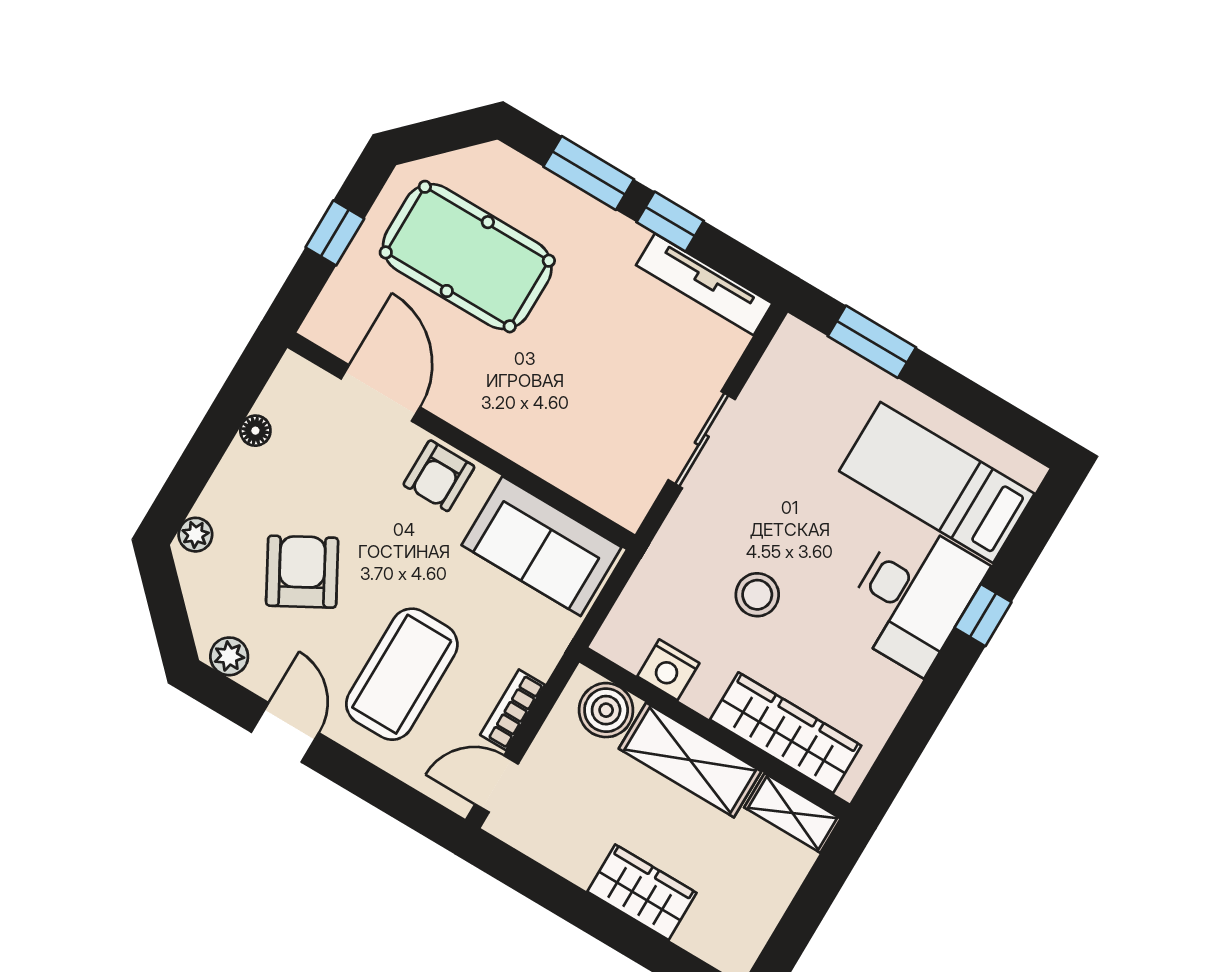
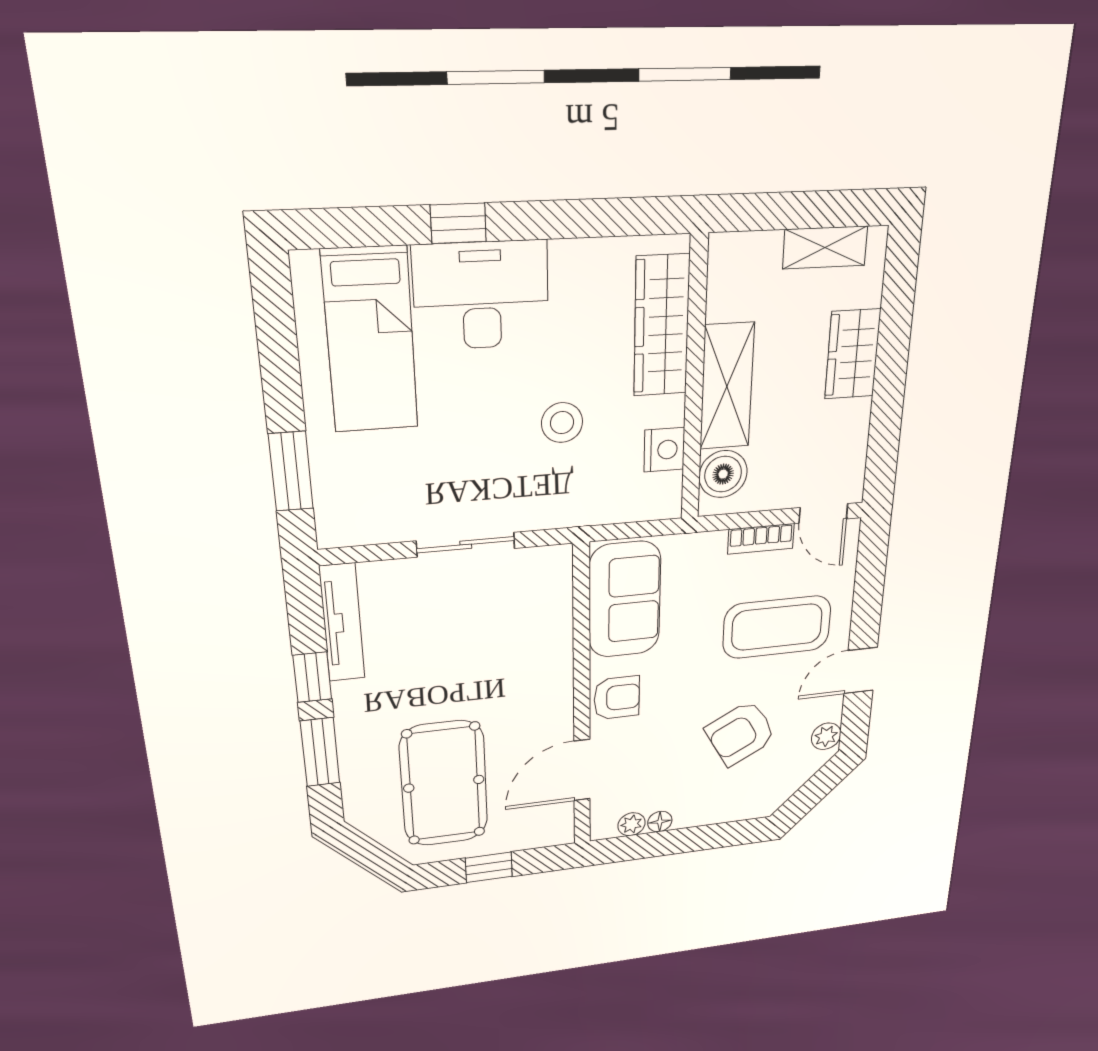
plant: (195, 535) -> (632, 824), moved
shelving: (792, 813) -> (825, 247), moved, turned 90

